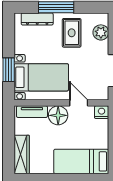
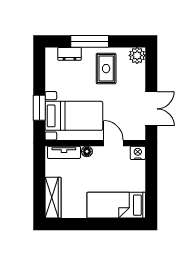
dresser: (37, 19) -> (69, 54), width x0.70
plant: (101, 32) -> (137, 55), moved
floor lamp: (58, 115) -> (87, 151), width x0.53, depth x0.53

